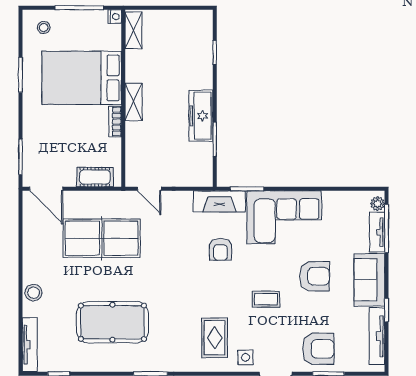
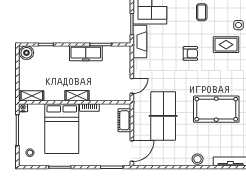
boiler: (202, 22) -> (26, 53), added
armchair: (221, 249) -> (190, 53), moved
pool table: (112, 322) -> (216, 109), turned 90

